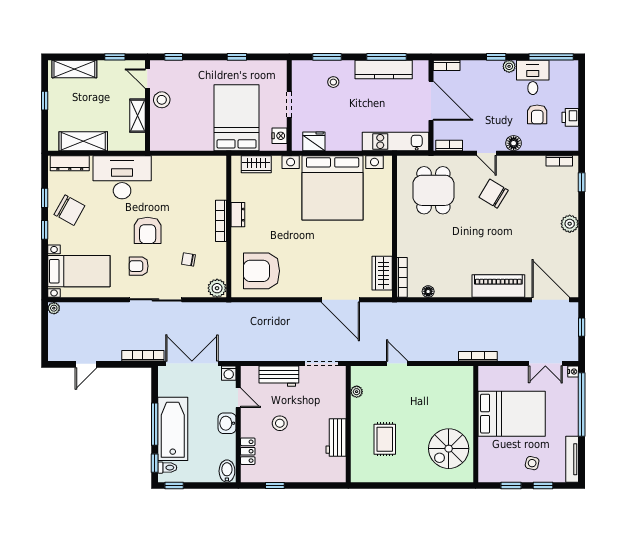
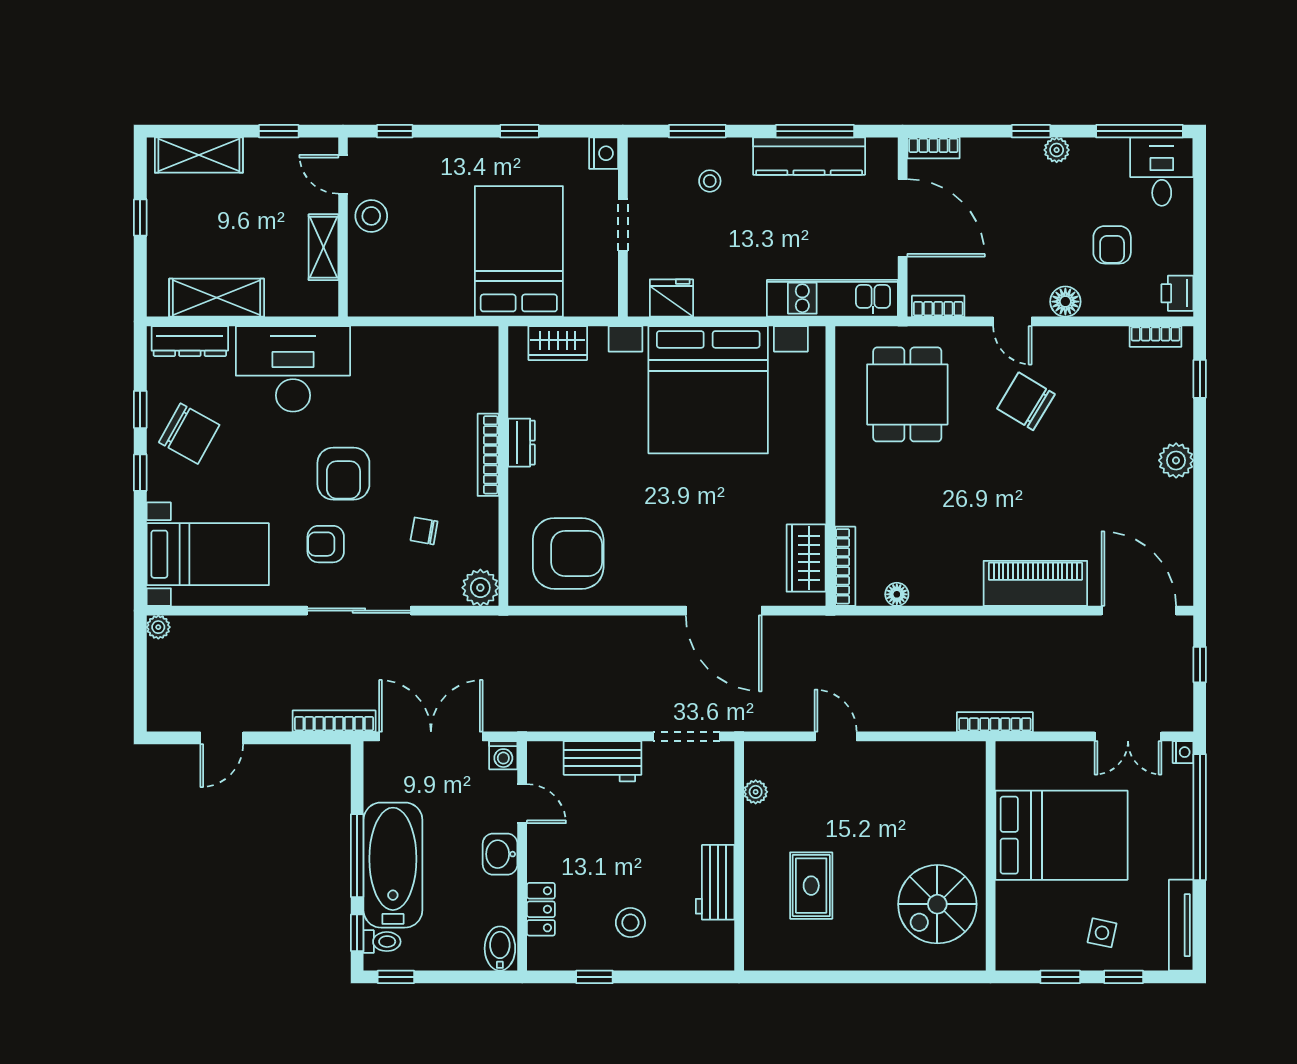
desk: (533, 77) -> (1162, 172), moved
printer: (570, 117) -> (1177, 293), moved
nightstand: (280, 136) -> (604, 153), moved
armchair: (262, 271) -> (568, 553), turned 180
stool: (280, 423) -> (630, 923), moved

